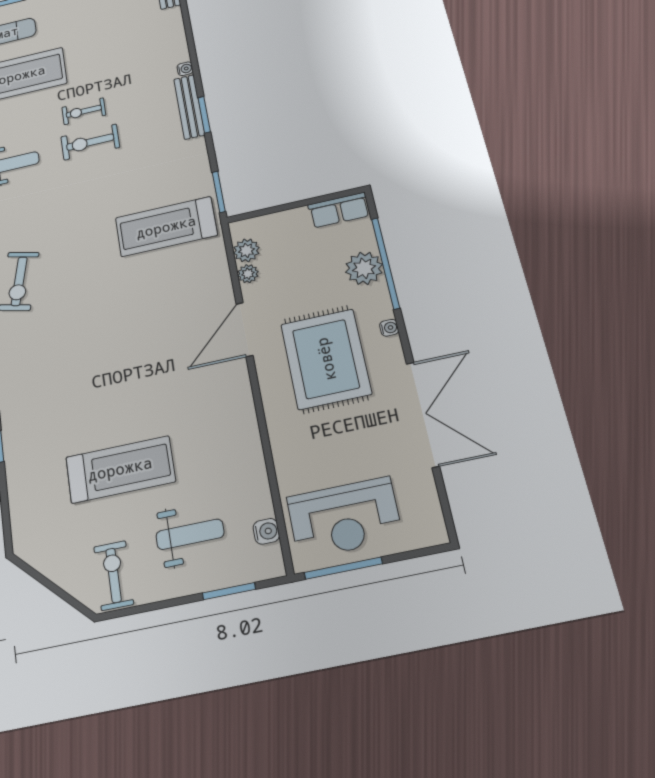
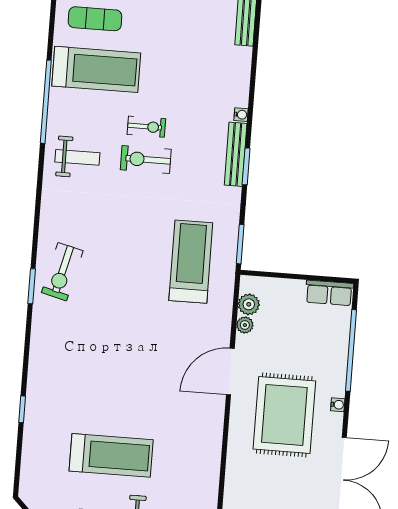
exercise bike: (84, 111) -> (146, 127), turned 180
treadmill: (166, 227) -> (191, 262), turned 90
plant: (364, 268) -> (334, 350), removed

